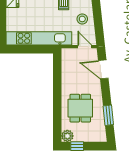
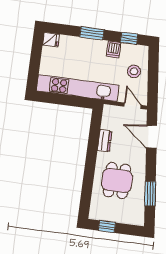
dresser: (66, 78) -> (105, 141), added
plant: (67, 136) -> (97, 212), removed

